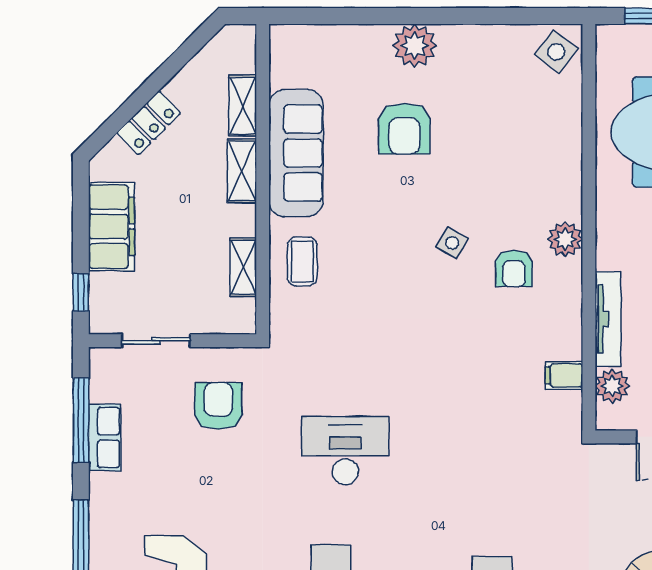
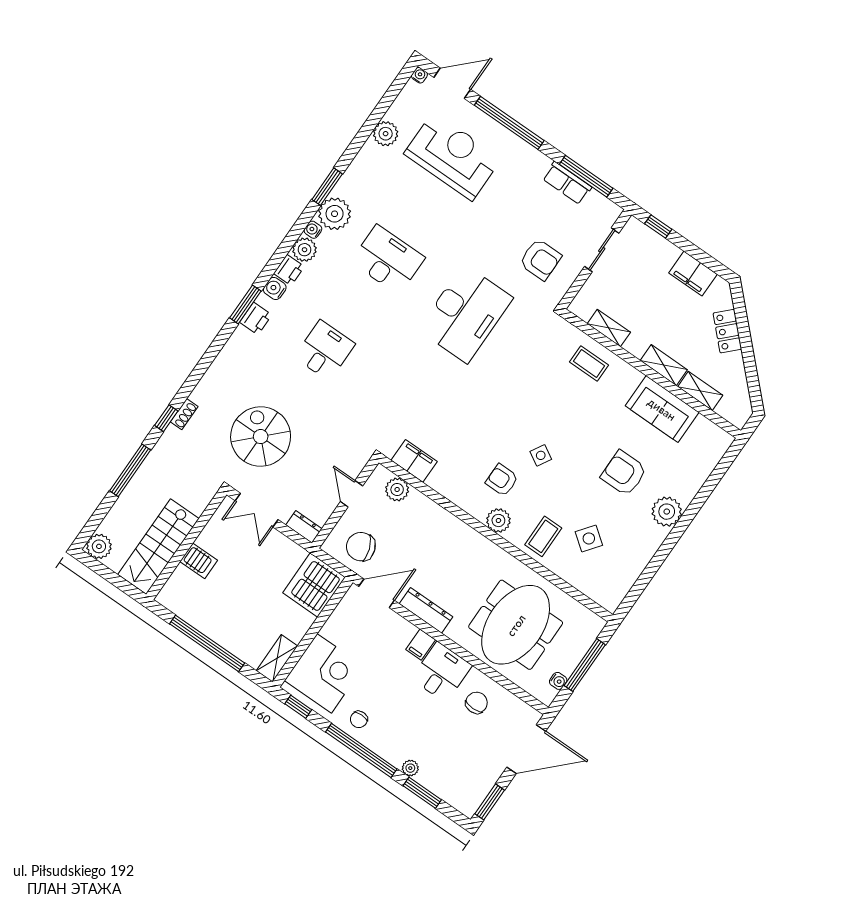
side table: (556, 52) -> (589, 538), moved
sofa: (296, 153) -> (662, 409), width x0.73
coffee table: (547, 172) -> (543, 536), added
filing cabinet: (112, 227) -> (693, 274), width x0.67, depth x0.86
tv unit: (608, 319) -> (437, 513), removed
filing cabinet: (564, 375) -> (414, 461), width x2.00
desk: (345, 450) -> (465, 314), width x1.36, depth x1.30

